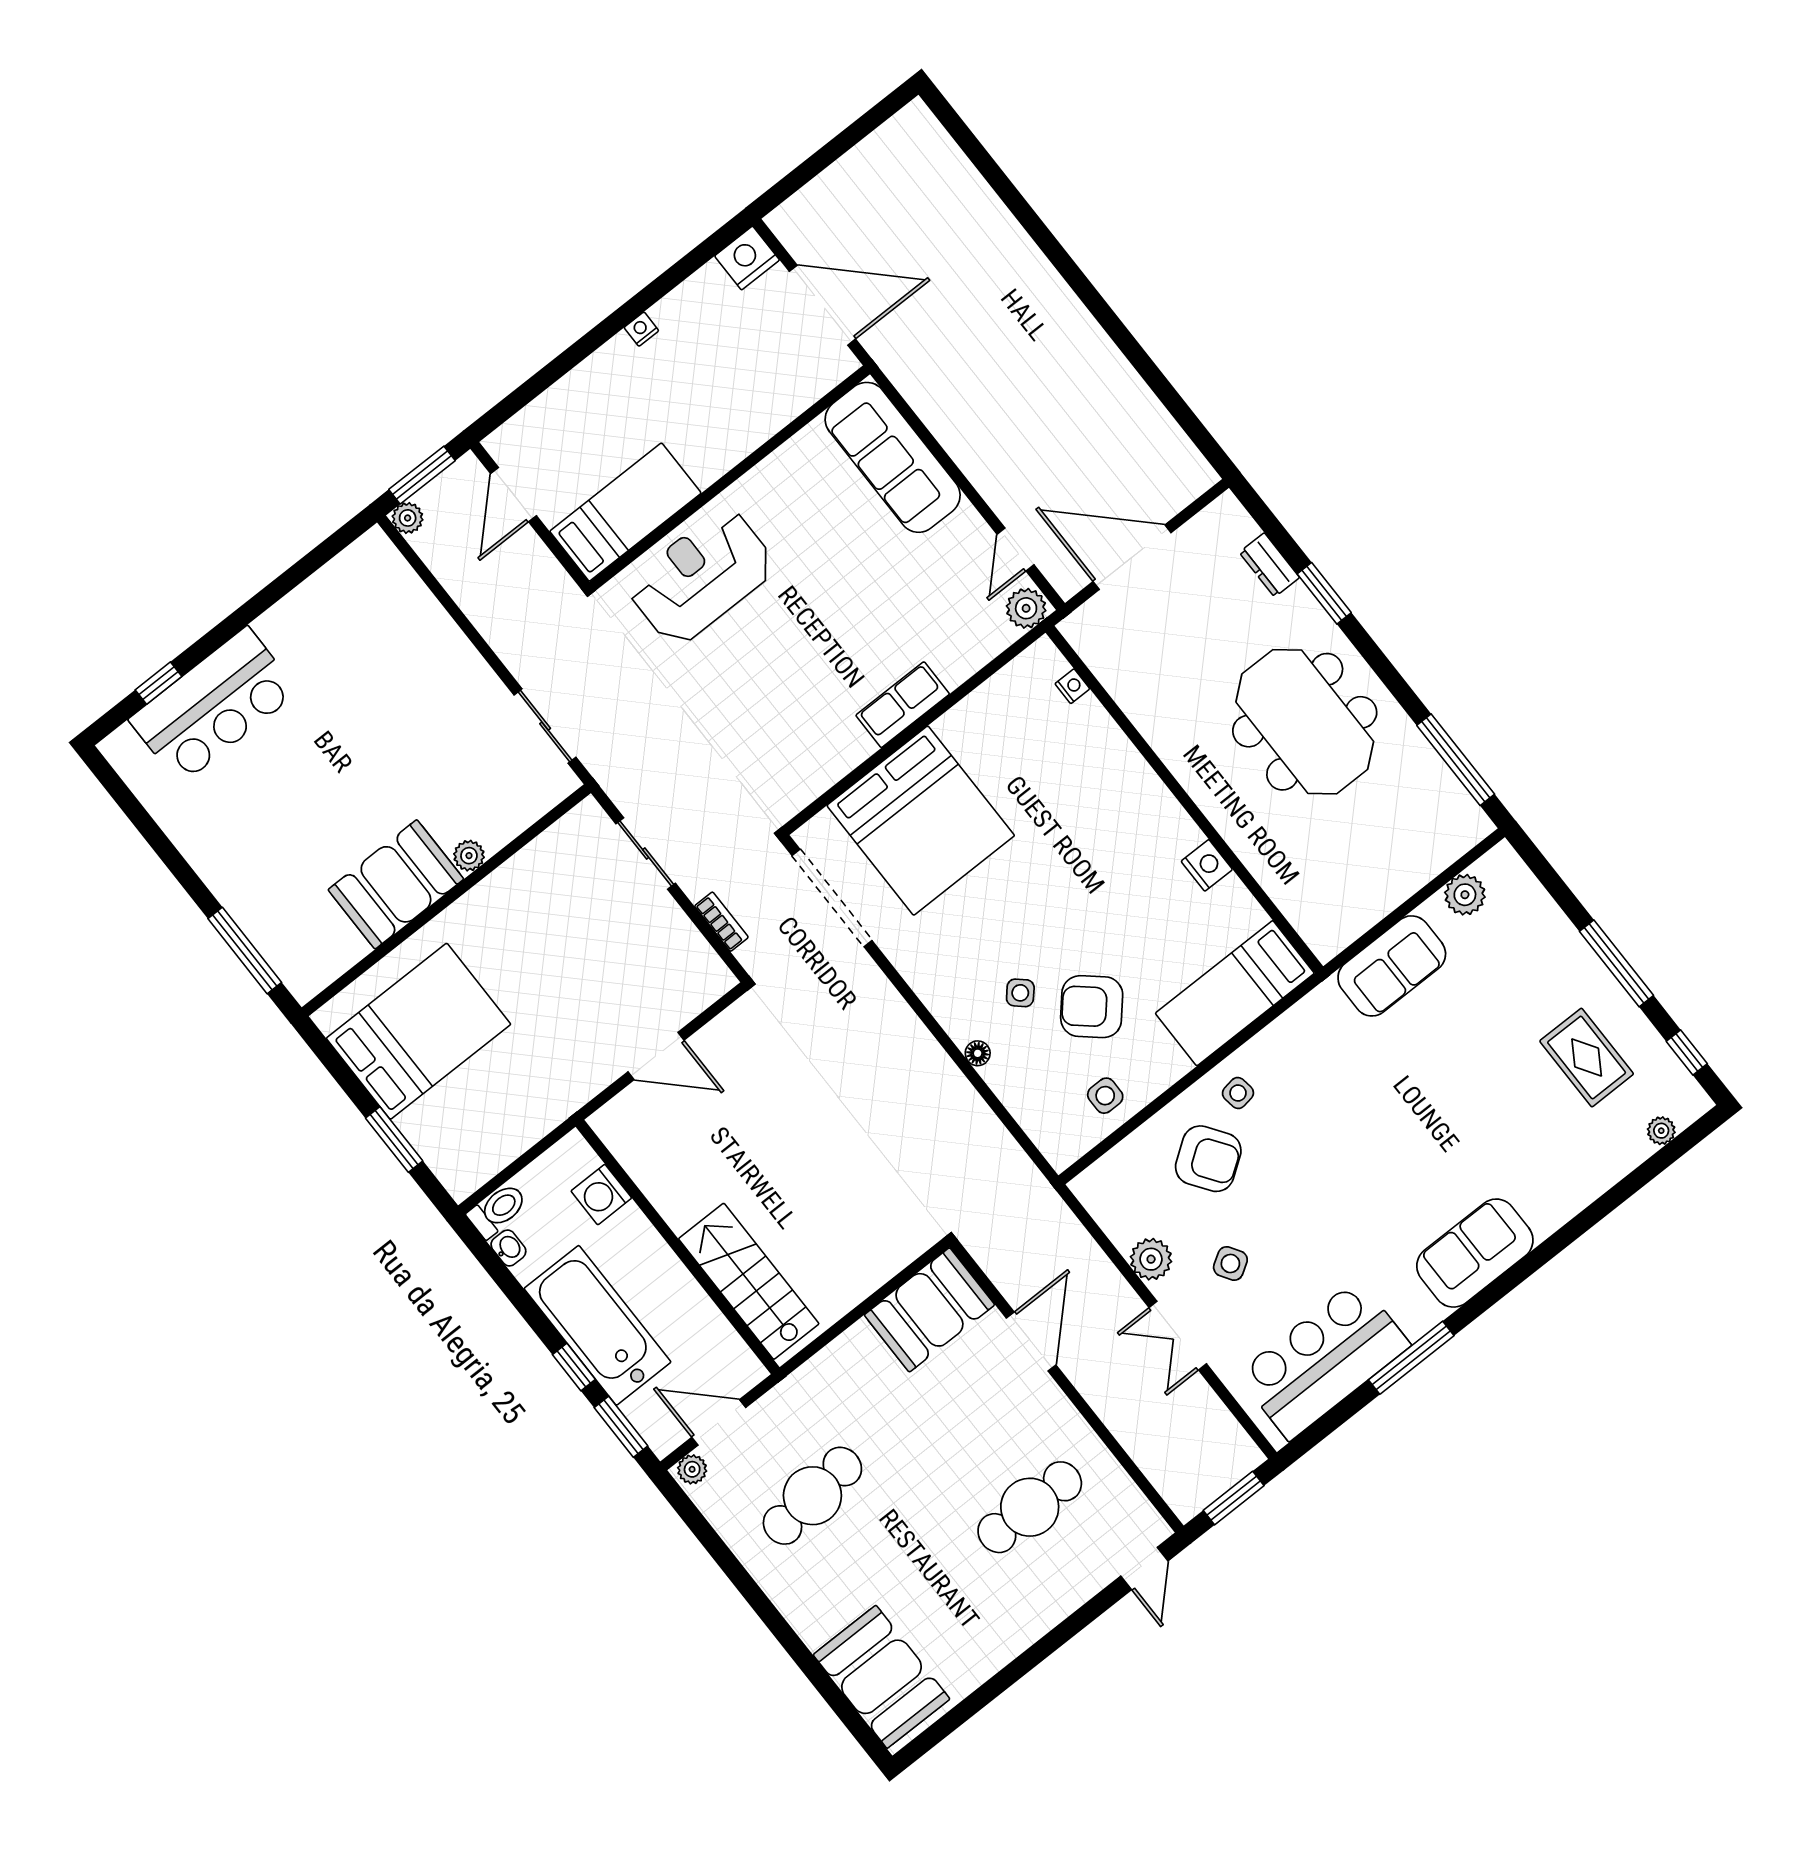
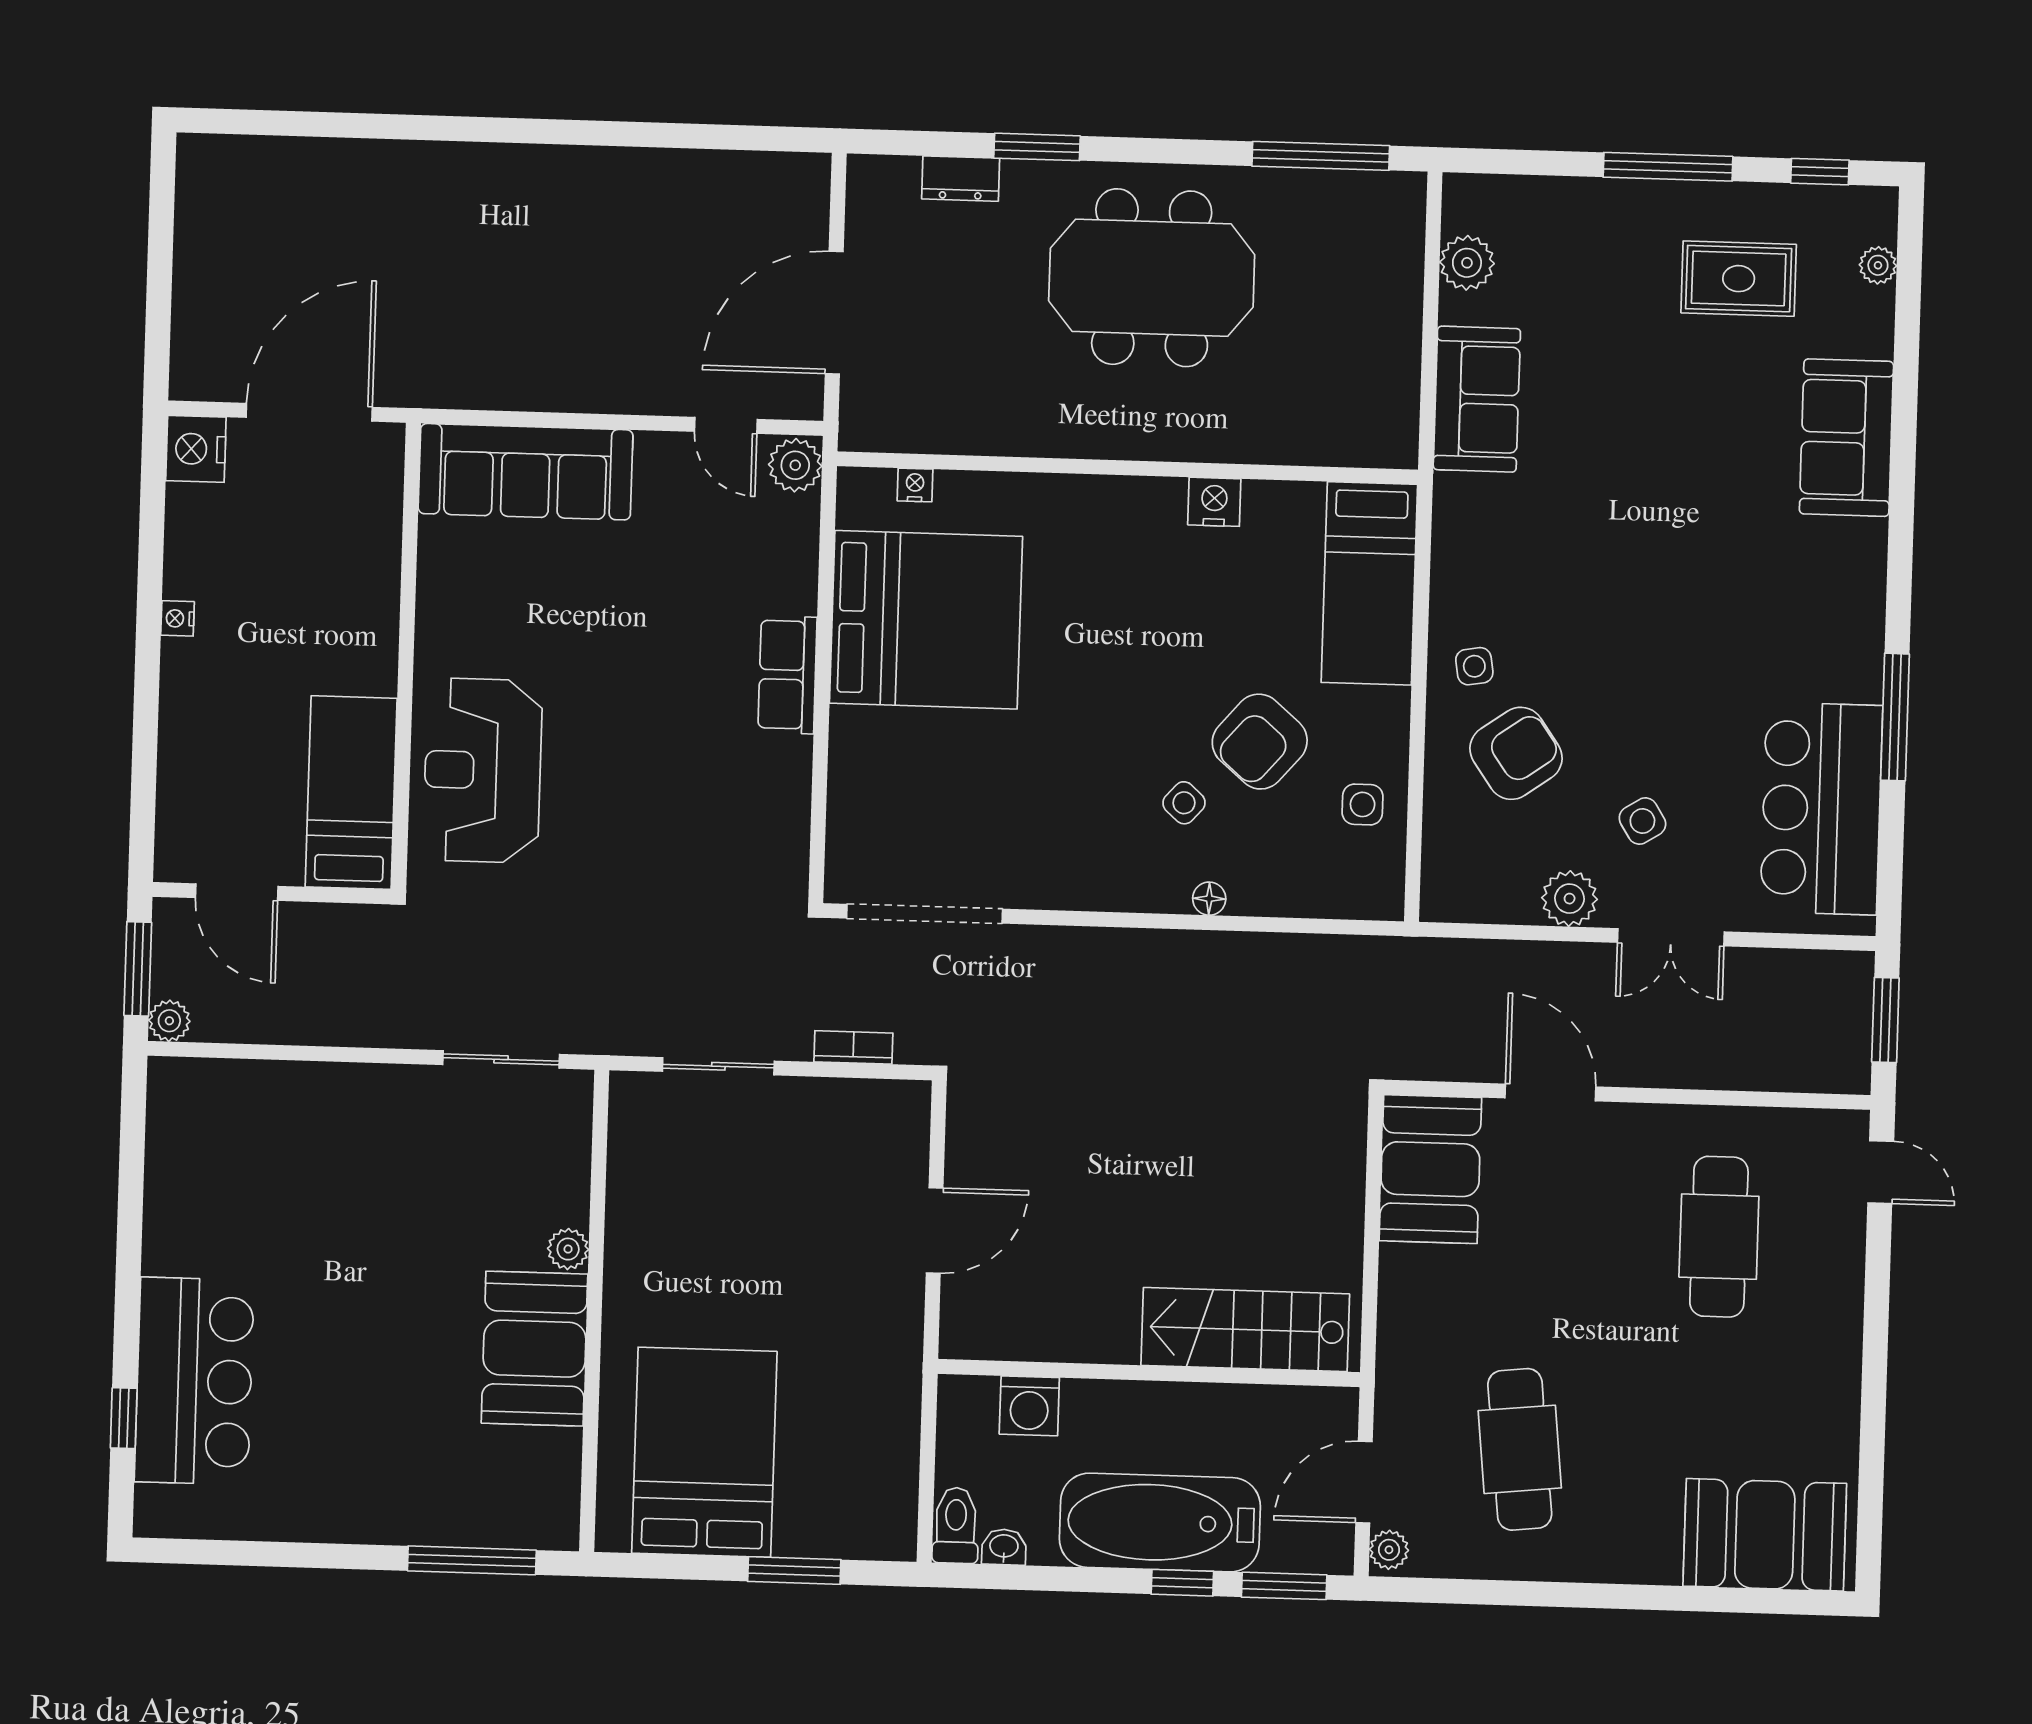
bed: (921, 821) -> (926, 620), moved
sofa: (1475, 1253) -> (1846, 438), moved

